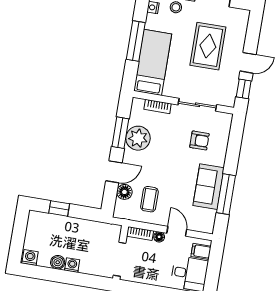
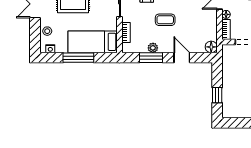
plant: (138, 138) -> (153, 48), width x0.53, depth x0.53
floor lamp: (124, 192) -> (211, 47), moved
coffee table: (149, 199) -> (165, 20), moved

